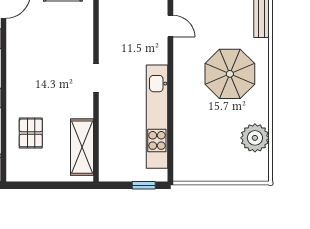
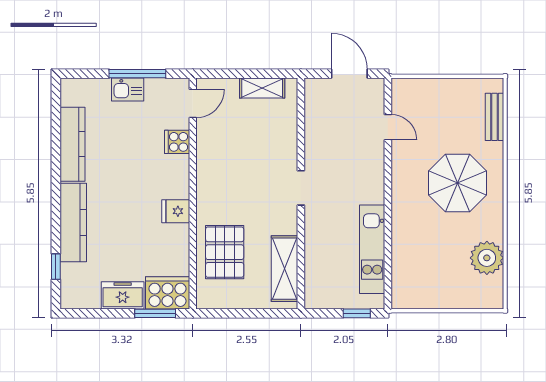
kitchen unit: (157, 117) -> (372, 249), width x0.73
pallet: (31, 133) -> (225, 252), width x1.50, depth x1.42

